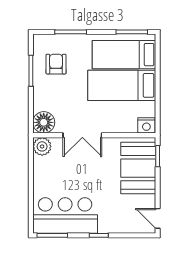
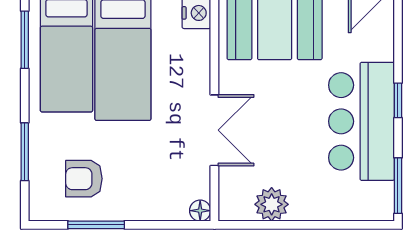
floor lamp: (44, 122) -> (200, 211), width x0.53, depth x0.53
plant: (42, 146) -> (272, 204), moved
bar counter: (65, 215) -> (361, 121), moved

